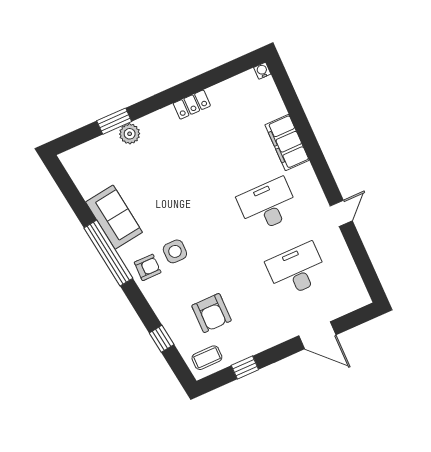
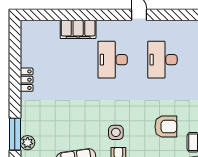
water cooler: (262, 71) -> (25, 25), removed
window: (114, 121) -> (15, 134), width x1.44
plant: (130, 134) -> (28, 143), moved

